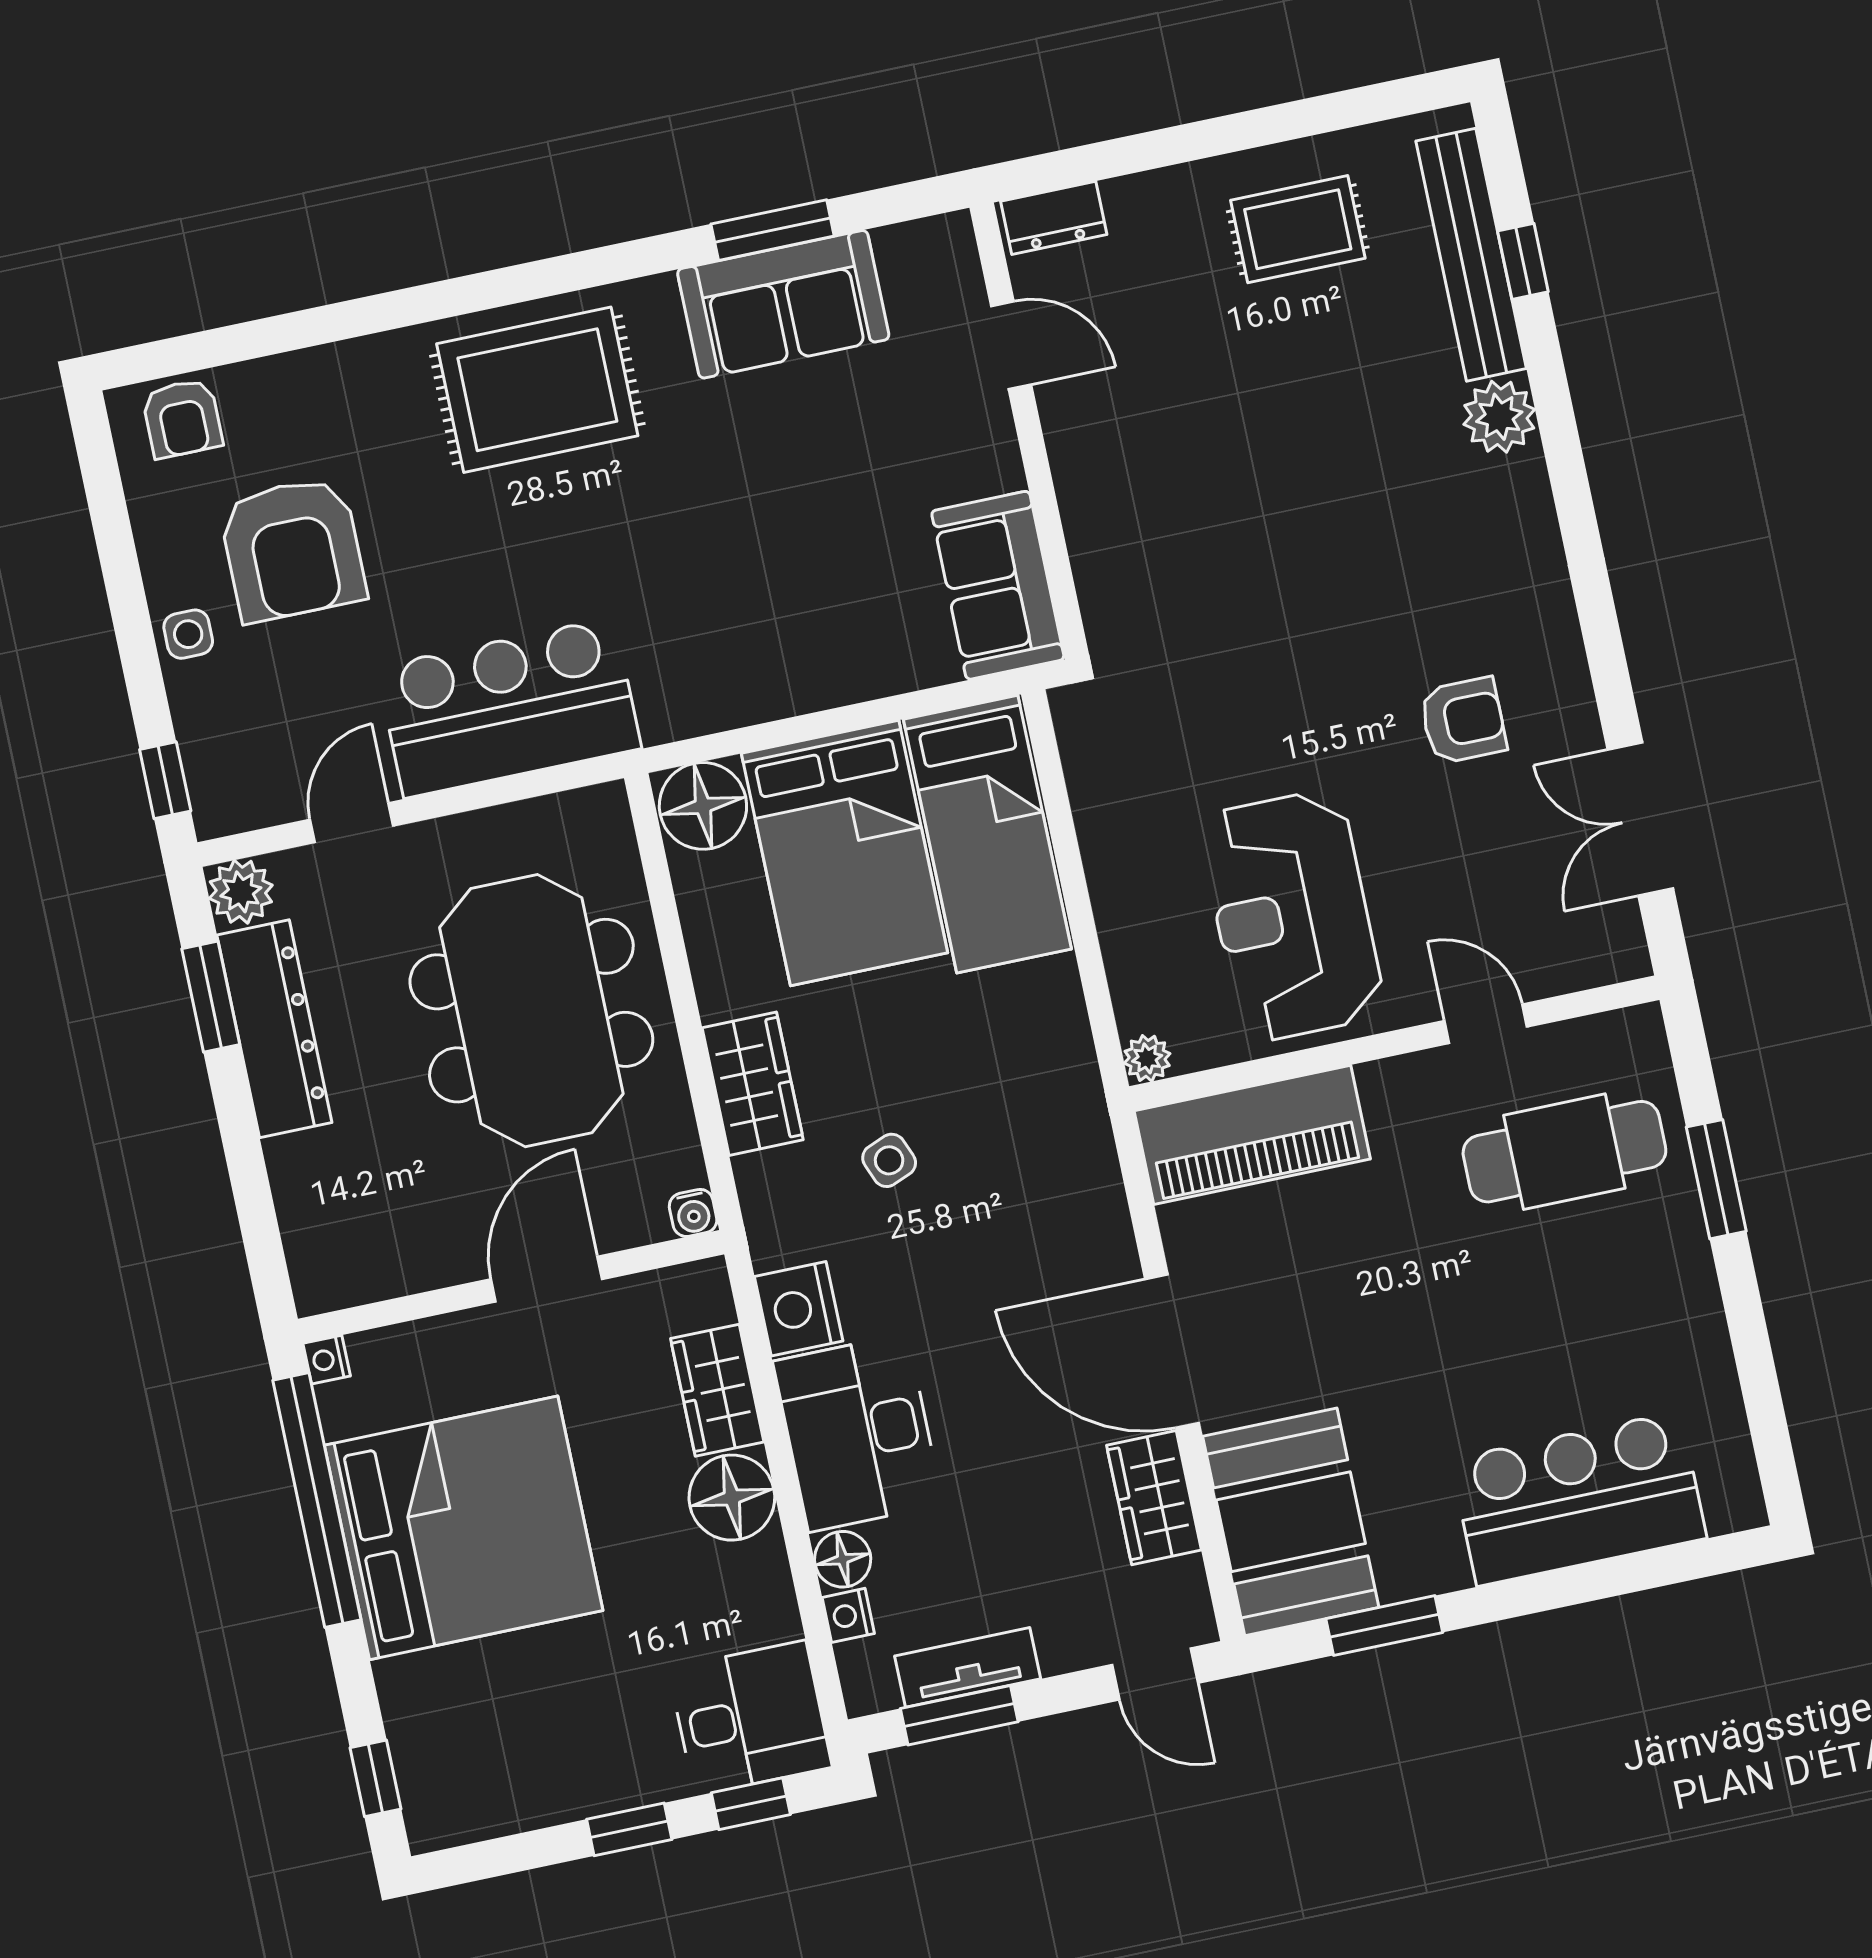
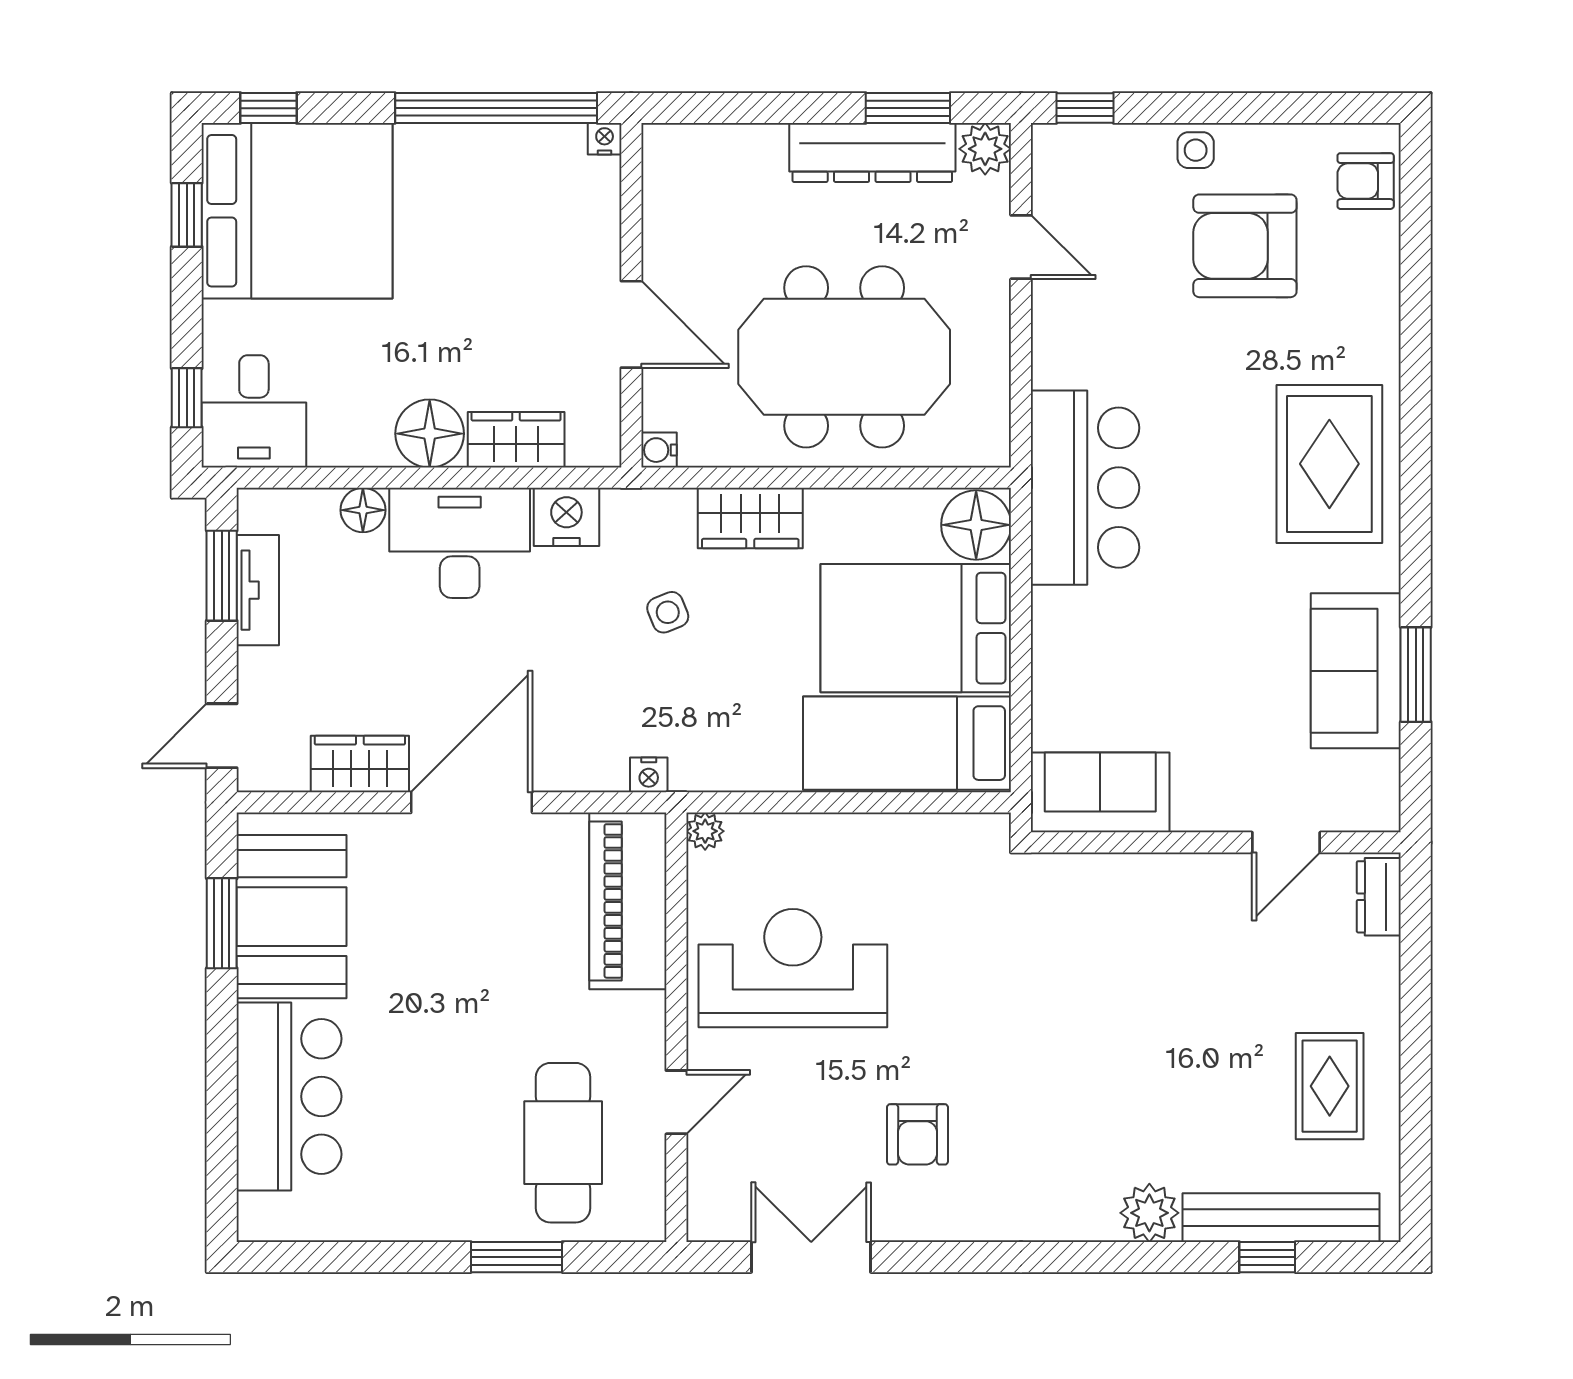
bar counter: (509, 708) -> (1085, 488), moved
booth: (1291, 1522) -> (291, 917), moved, turned 90
bed: (464, 1528) -> (297, 211), moved, turned -90
nightstand: (848, 1615) -> (649, 775), moved, turned 180
window: (629, 1829) -> (187, 215), moved

